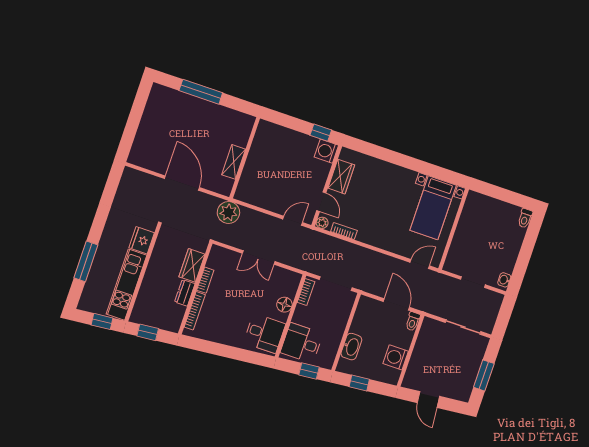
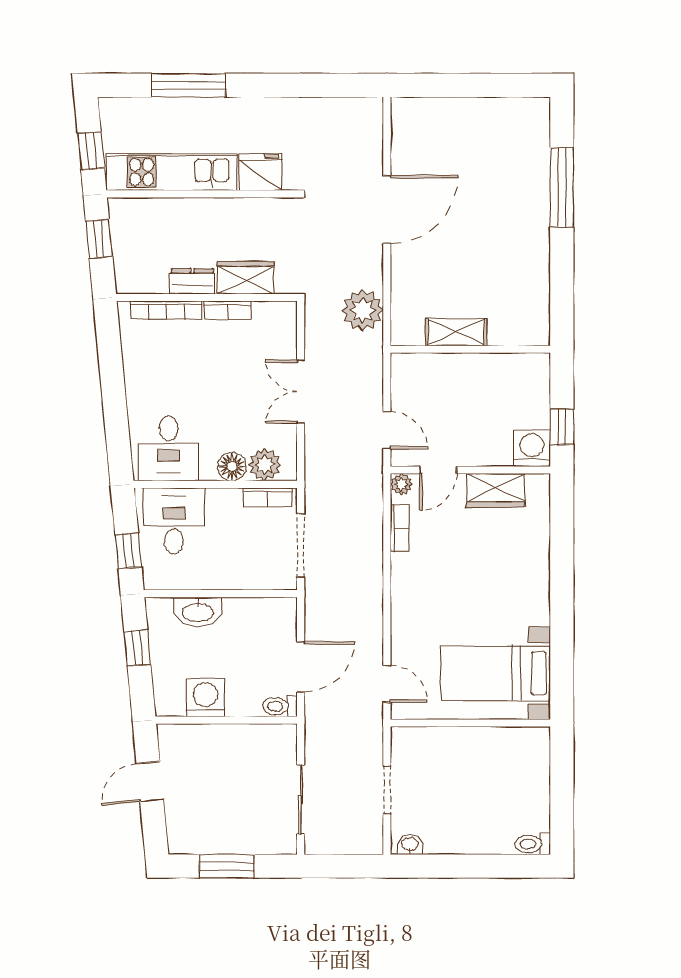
wall: (245, 158) -> (470, 349), moved
shelving: (234, 162) -> (456, 332), moved
plant: (289, 288) -> (265, 465), added

